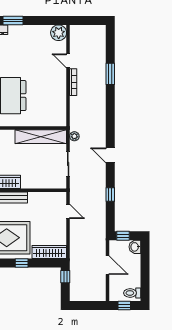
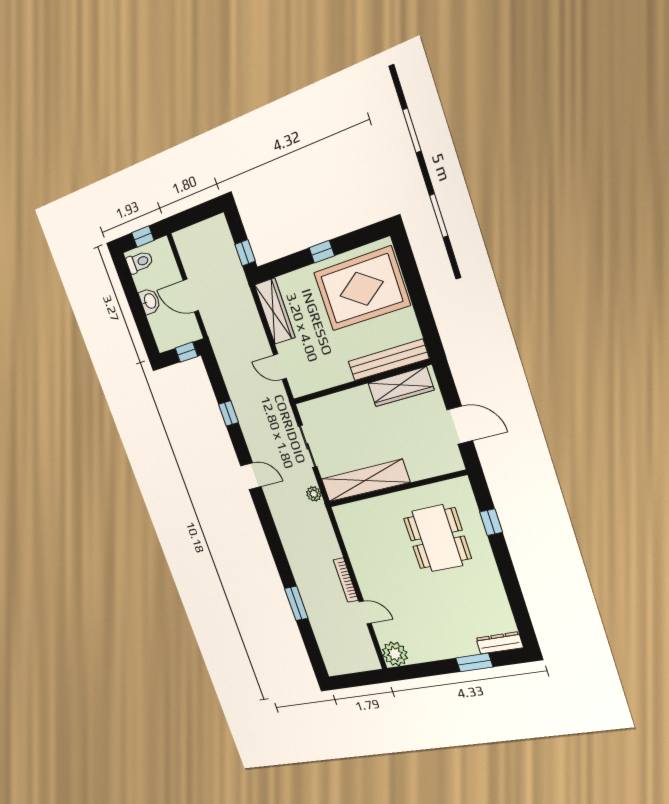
washbasin: (135, 247) -> (150, 301), moved
wardrobe: (49, 252) -> (275, 311), moved, turned -90

